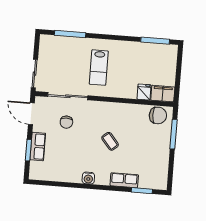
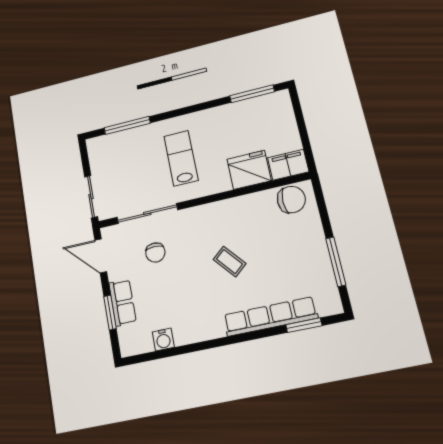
lab bench: (99, 68) -> (181, 158), turned 180
fridge: (144, 92) -> (249, 170), width x1.88, depth x1.34
window: (174, 134) -> (336, 262), moved
water cooler: (88, 178) -> (163, 340), moved
row of seats: (124, 180) -> (270, 317), width x2.02

